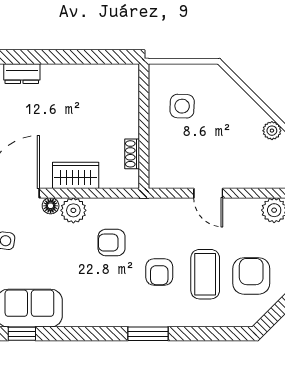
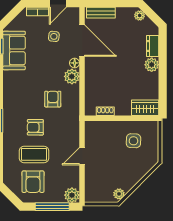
plant: (53, 75) -> (152, 65), added
wardrobe: (76, 175) -> (145, 108), moved, turned -90
armchair: (251, 276) -> (33, 182), turned 90

